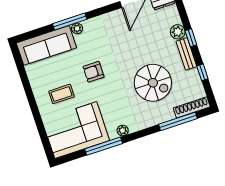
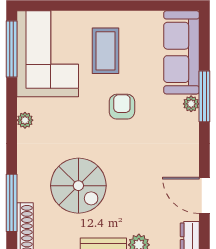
spiral stairs: (153, 83) -> (78, 186), turned -90
coffee table: (61, 94) -> (106, 51), width x1.36, depth x1.30
window: (104, 146) -> (12, 49), moved

